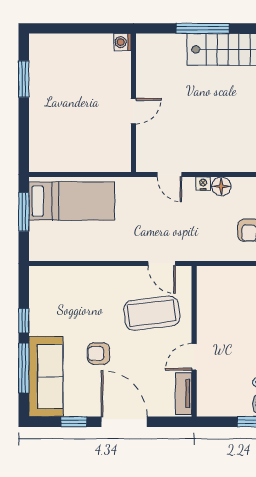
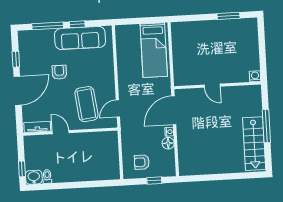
door: (169, 175) -> (174, 110), width x1.87
window: (24, 212) -> (145, 20), removed
sofa: (46, 377) -> (80, 38), moved

